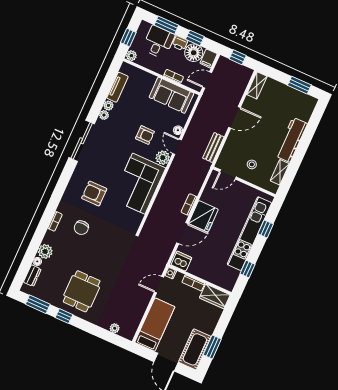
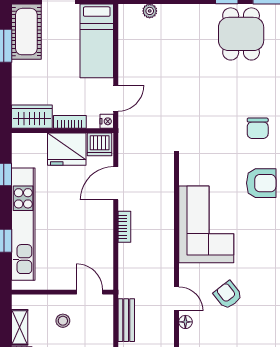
armchair: (145, 135) -> (228, 295), turned 52
plant: (163, 158) -> (189, 275), removed
door: (228, 174) -> (90, 292), hinge flipped
fridge: (203, 216) -> (67, 149), moved, turned -90
chair: (81, 228) -> (258, 128), turned 180
dining table: (82, 291) -> (241, 34), moved

